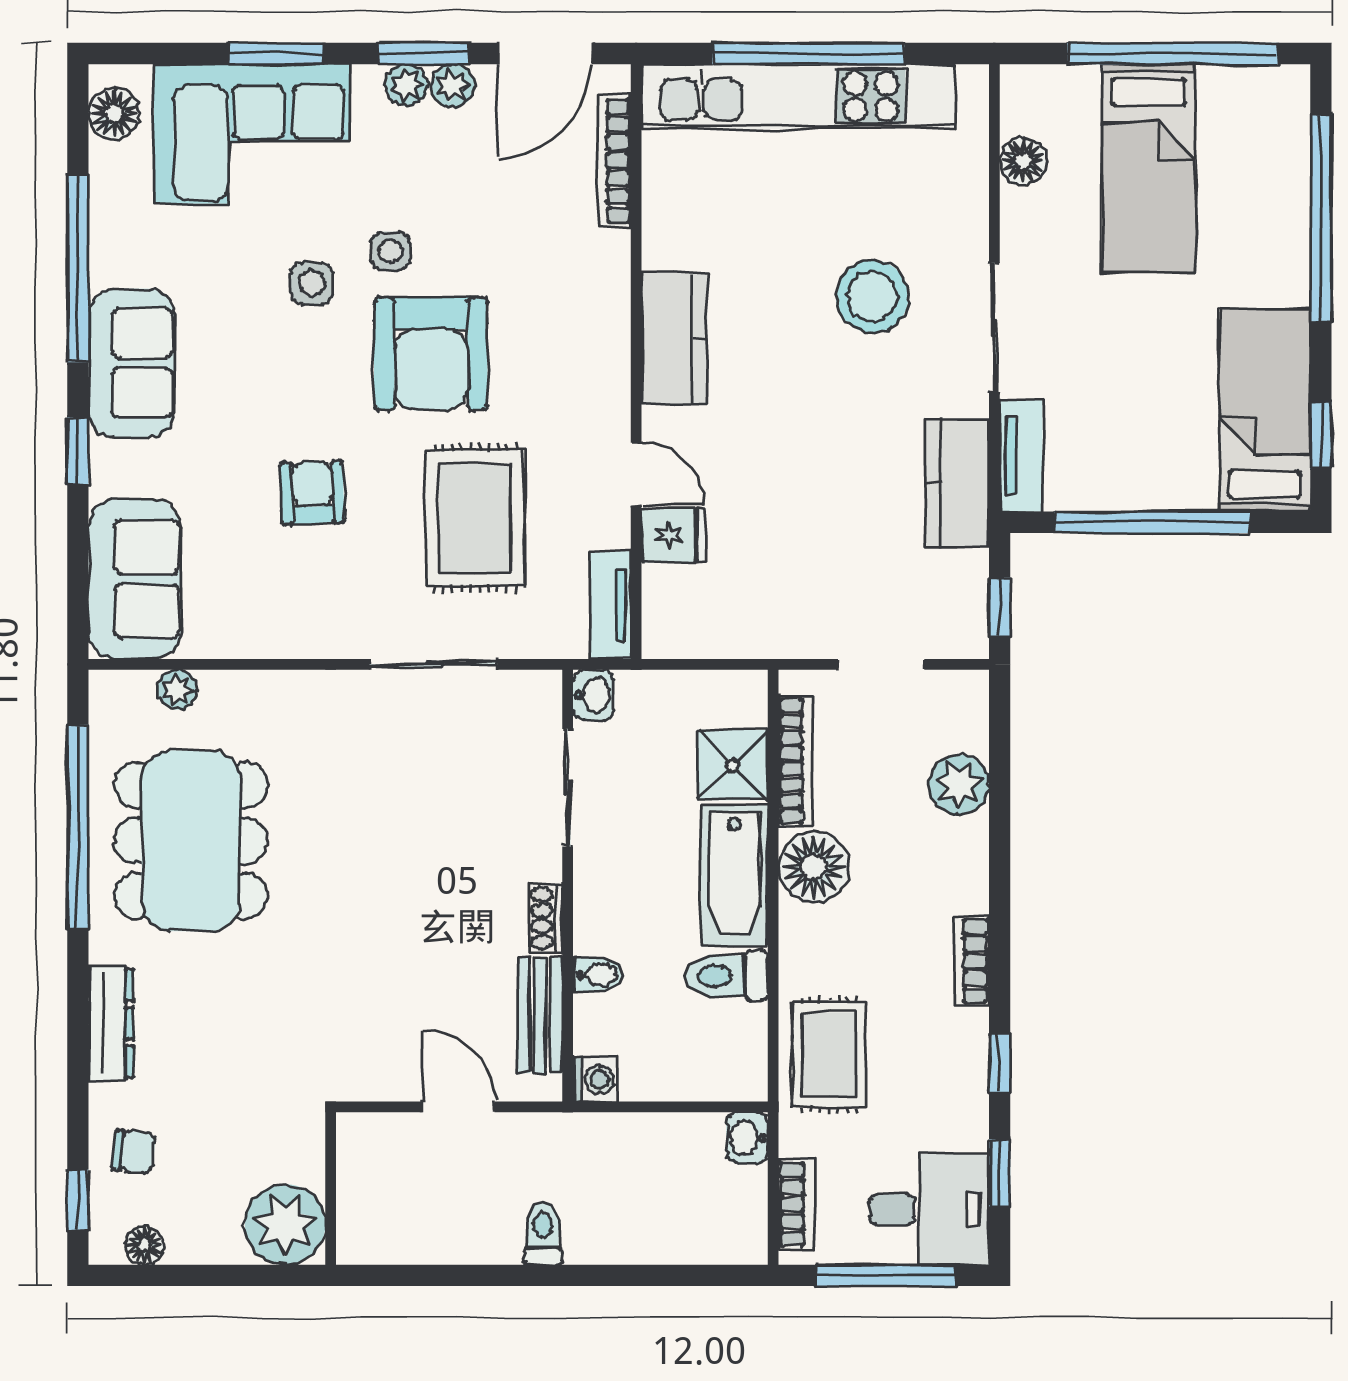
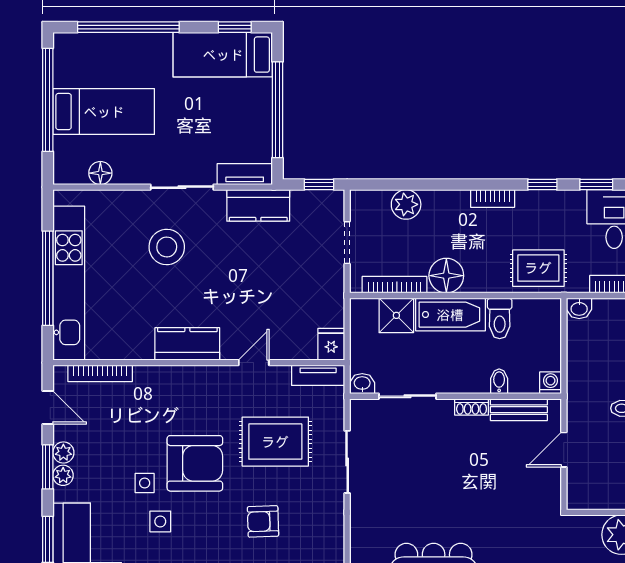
door: (545, 54) -> (48, 407), width x0.73
fridge: (674, 535) -> (331, 344), moved

